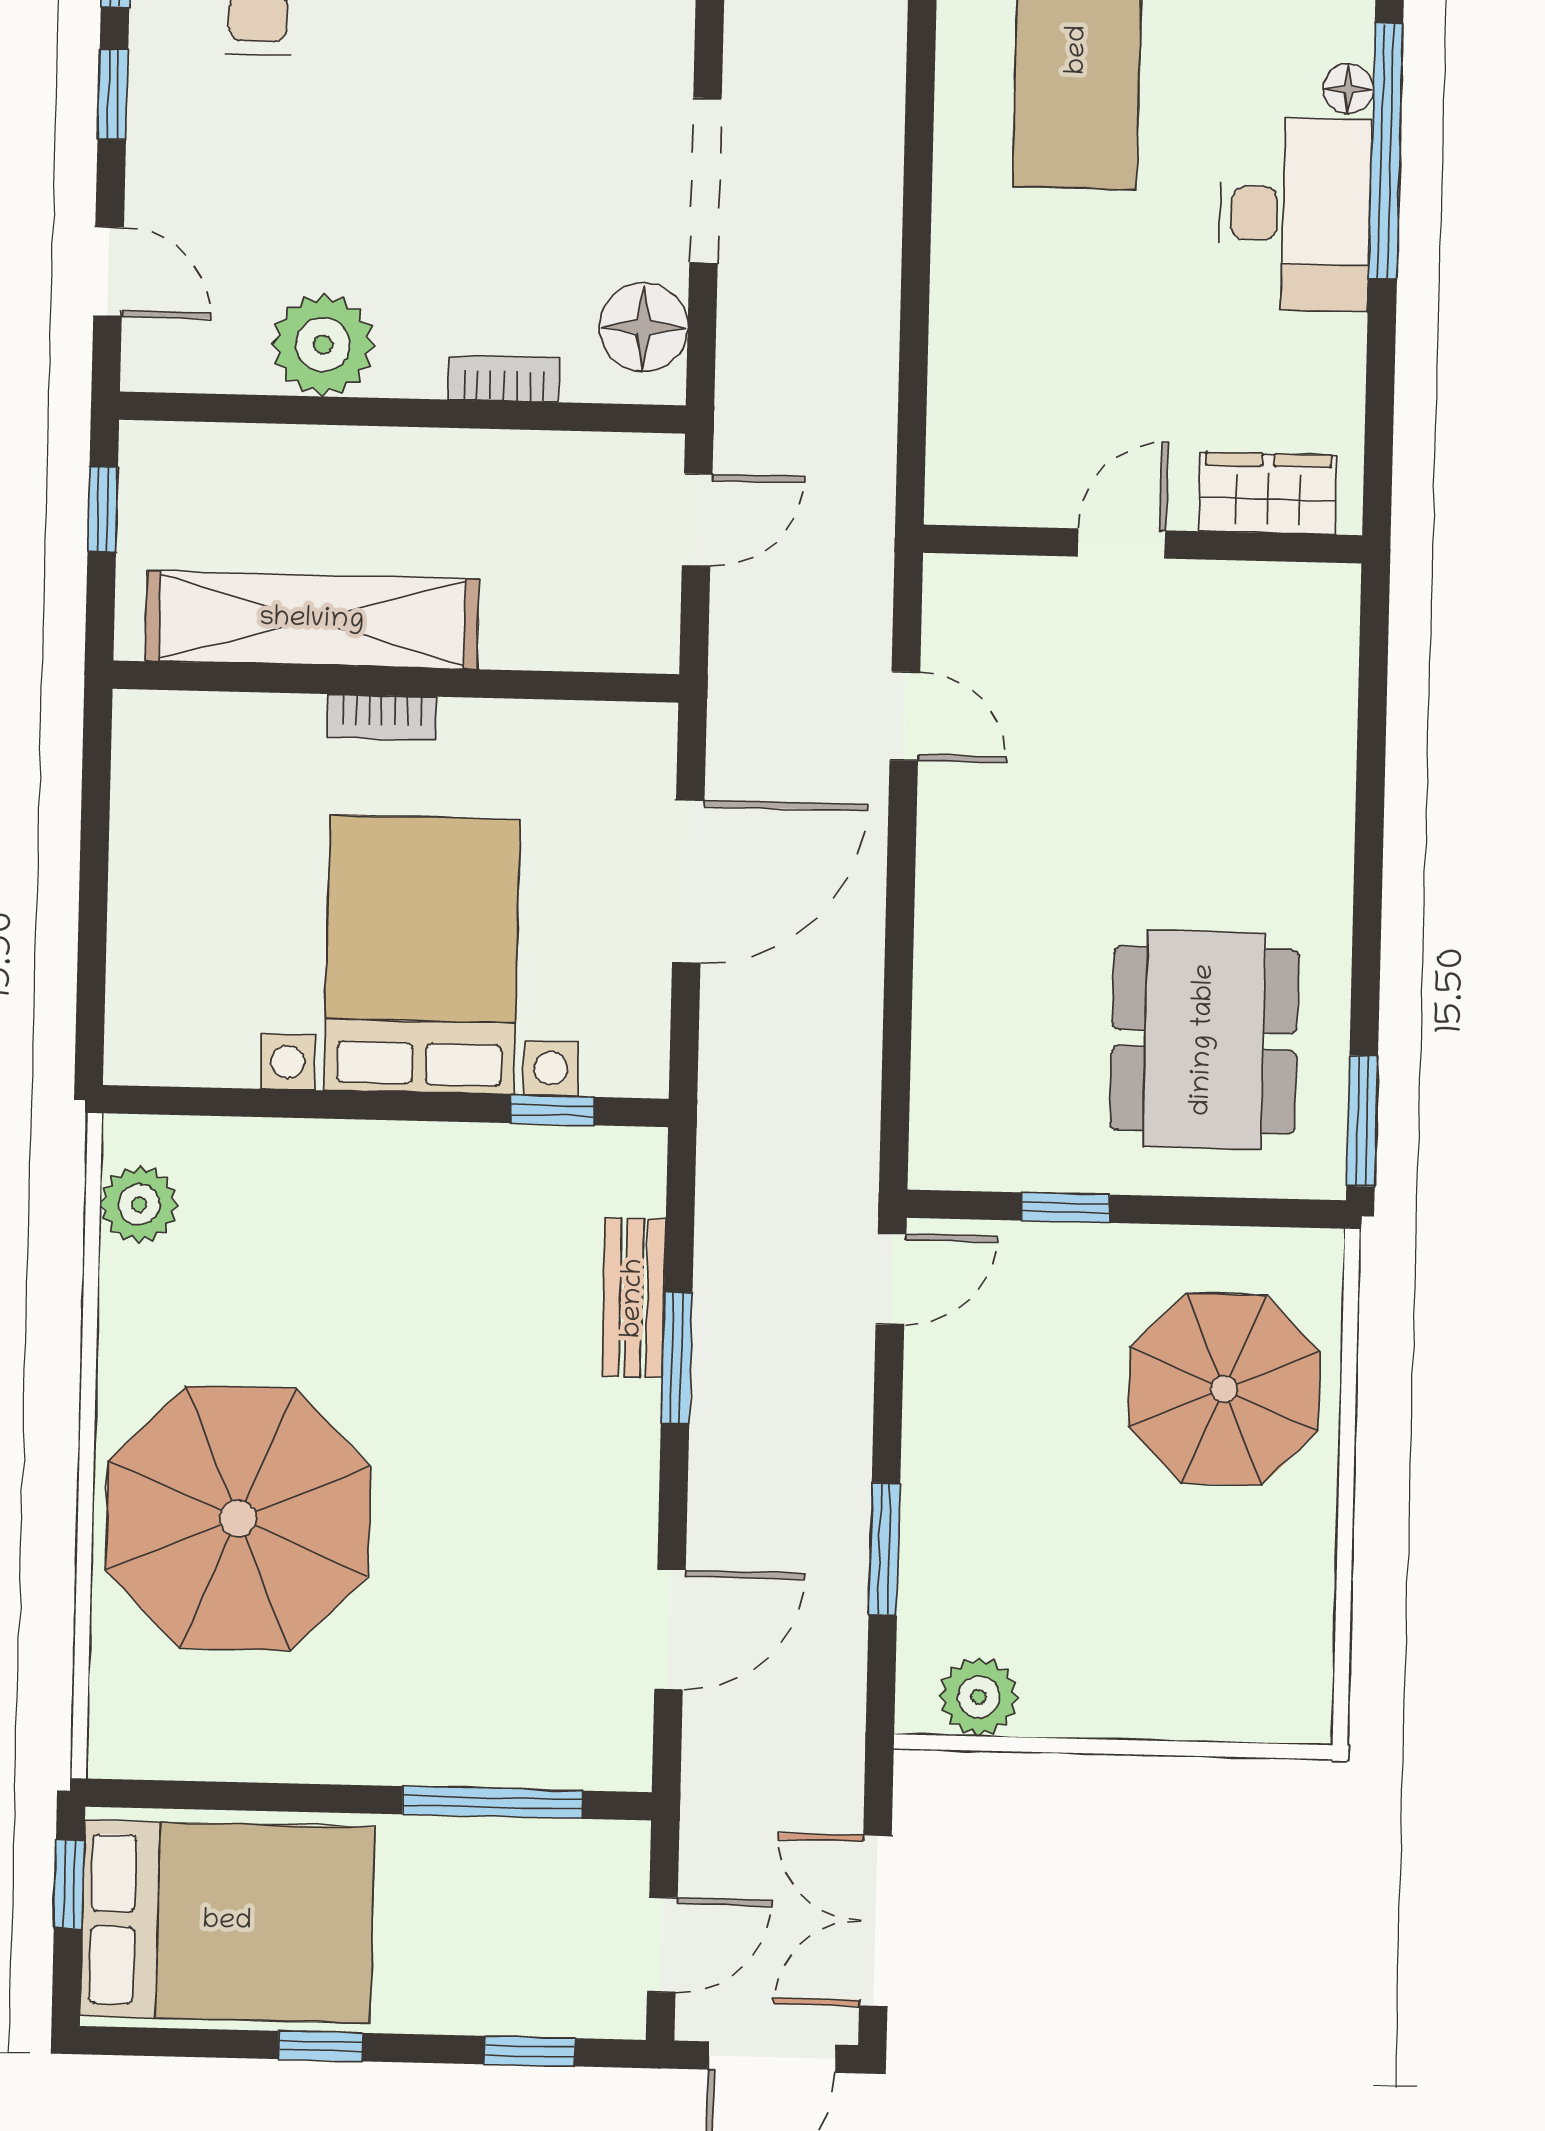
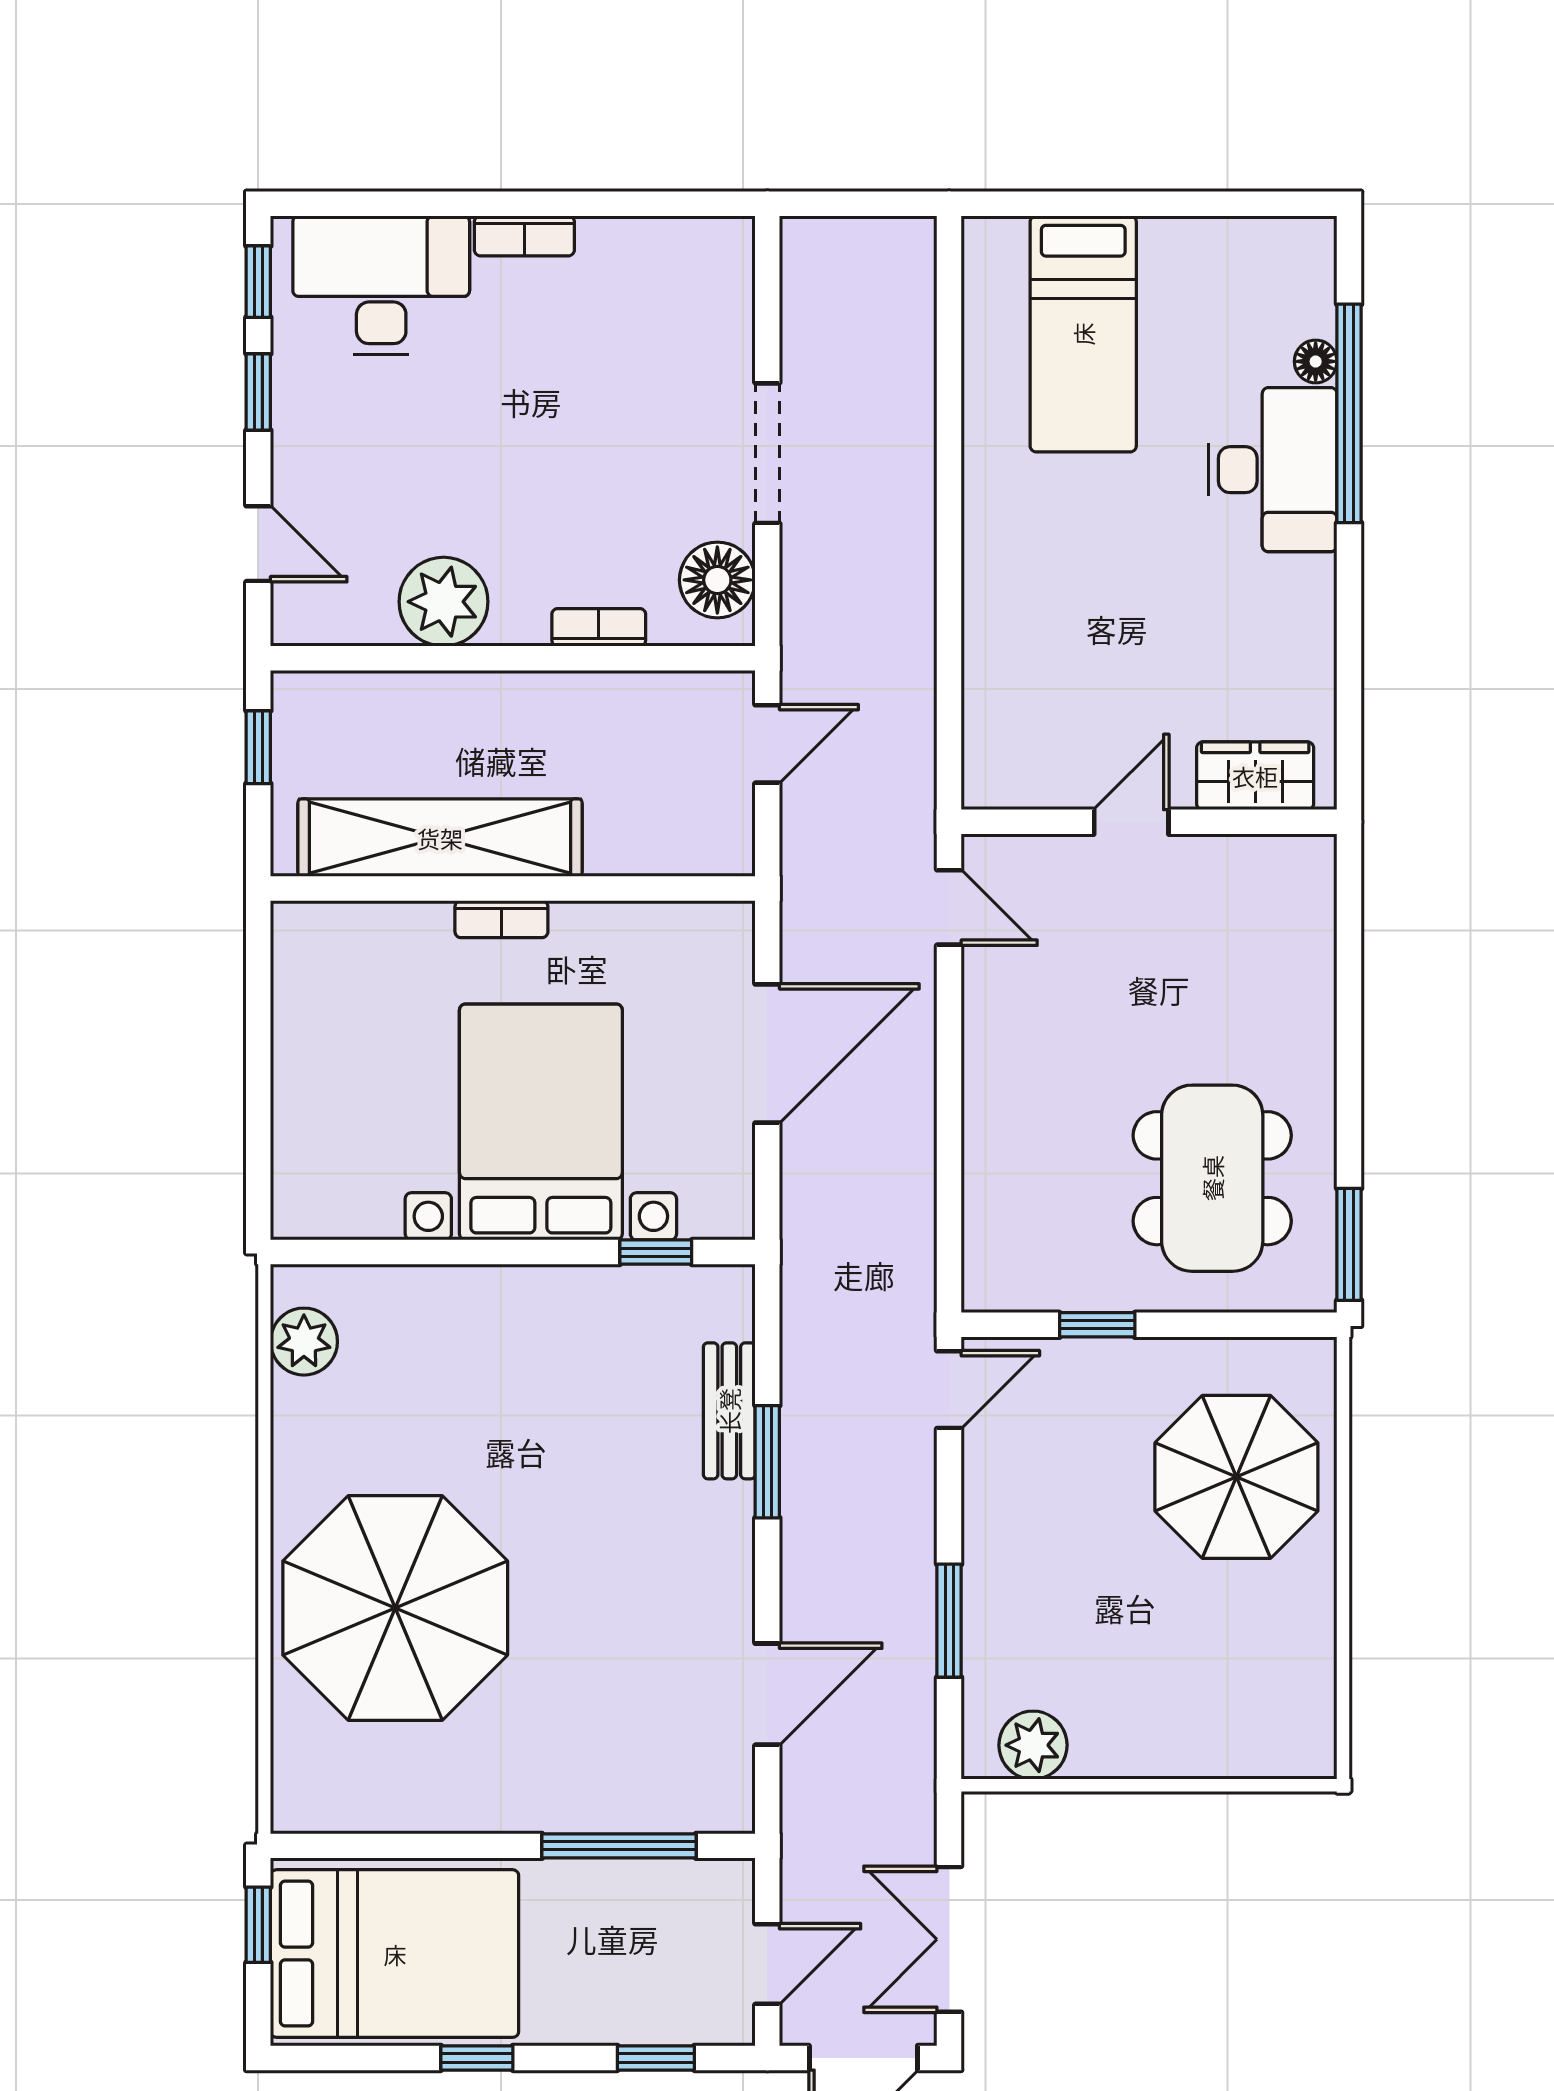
wardrobe: (1268, 493) -> (1255, 776), moved
door: (1122, 543) -> (1131, 822), moved
wall: (1143, 544) -> (1149, 822), moved

